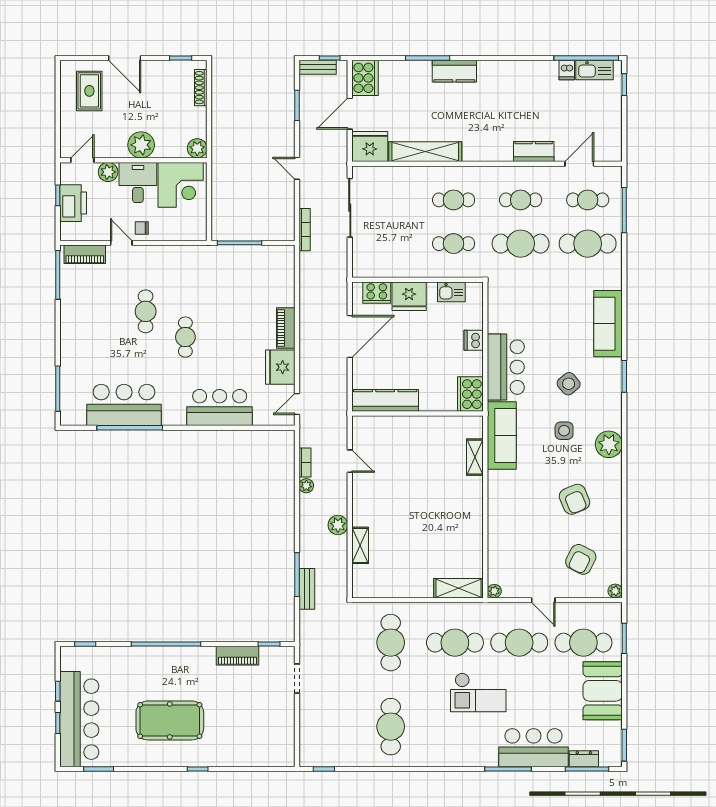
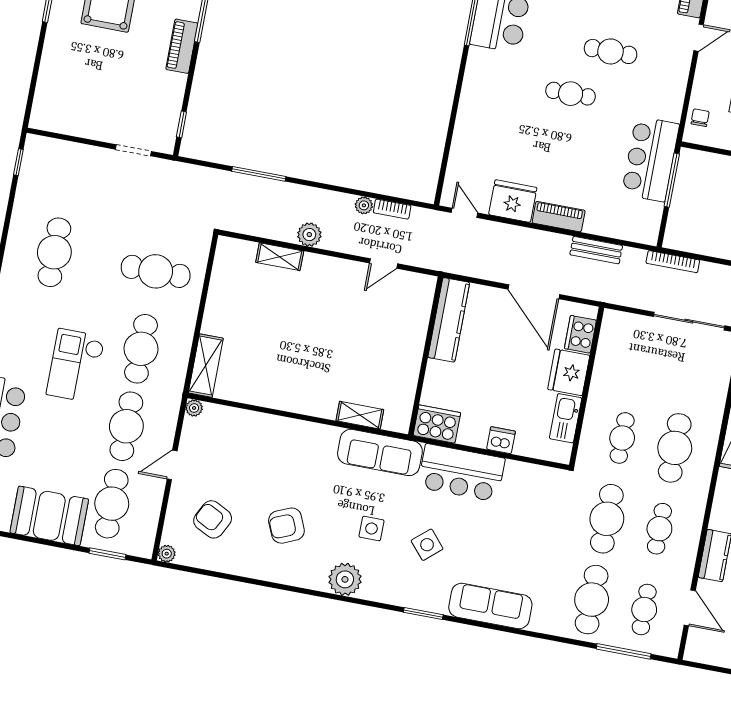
cafe table: (454, 200) -> (675, 448), width x1.37, depth x1.35
chair: (142, 228) -> (700, 118), moved
kitchen sink: (451, 292) -> (566, 418), width x1.38
bar counter: (220, 407) -> (650, 159), moved, turned 180
bench: (307, 589) -> (596, 250), moved
piano: (238, 656) -> (182, 46), moved
cafe table: (391, 727) -> (54, 252), turned 90

